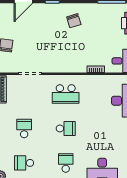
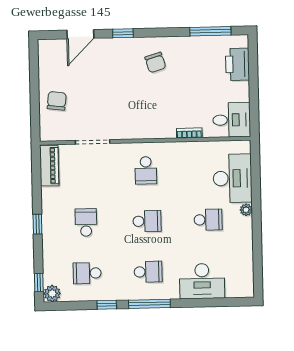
school desk: (66, 94) -> (146, 170), width x0.54
school desk: (107, 128) -> (208, 220), added
school desk: (66, 163) -> (148, 272), turned 90

